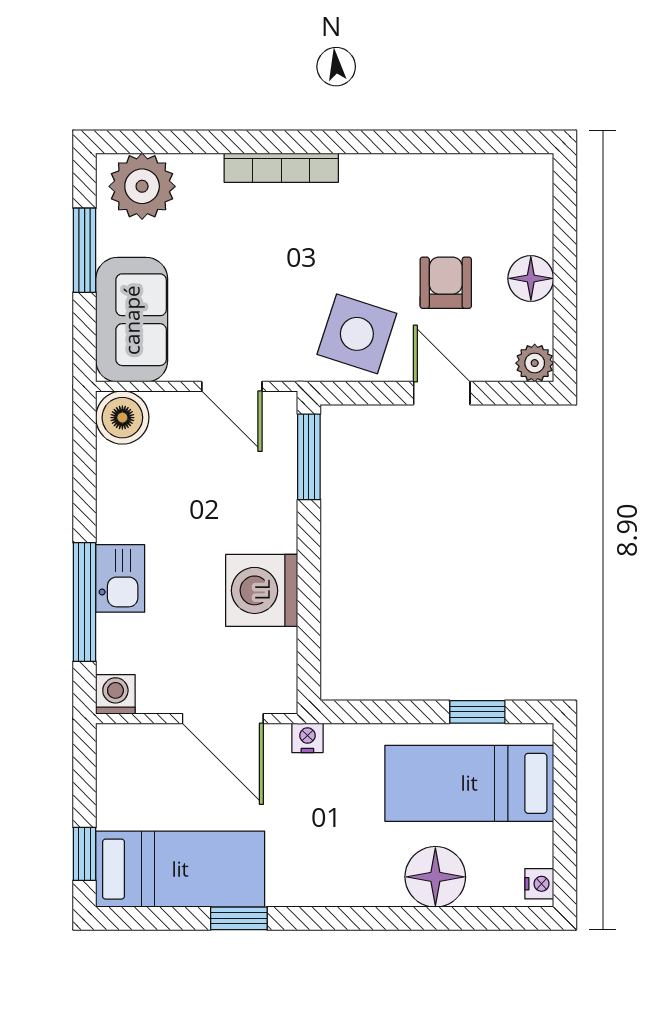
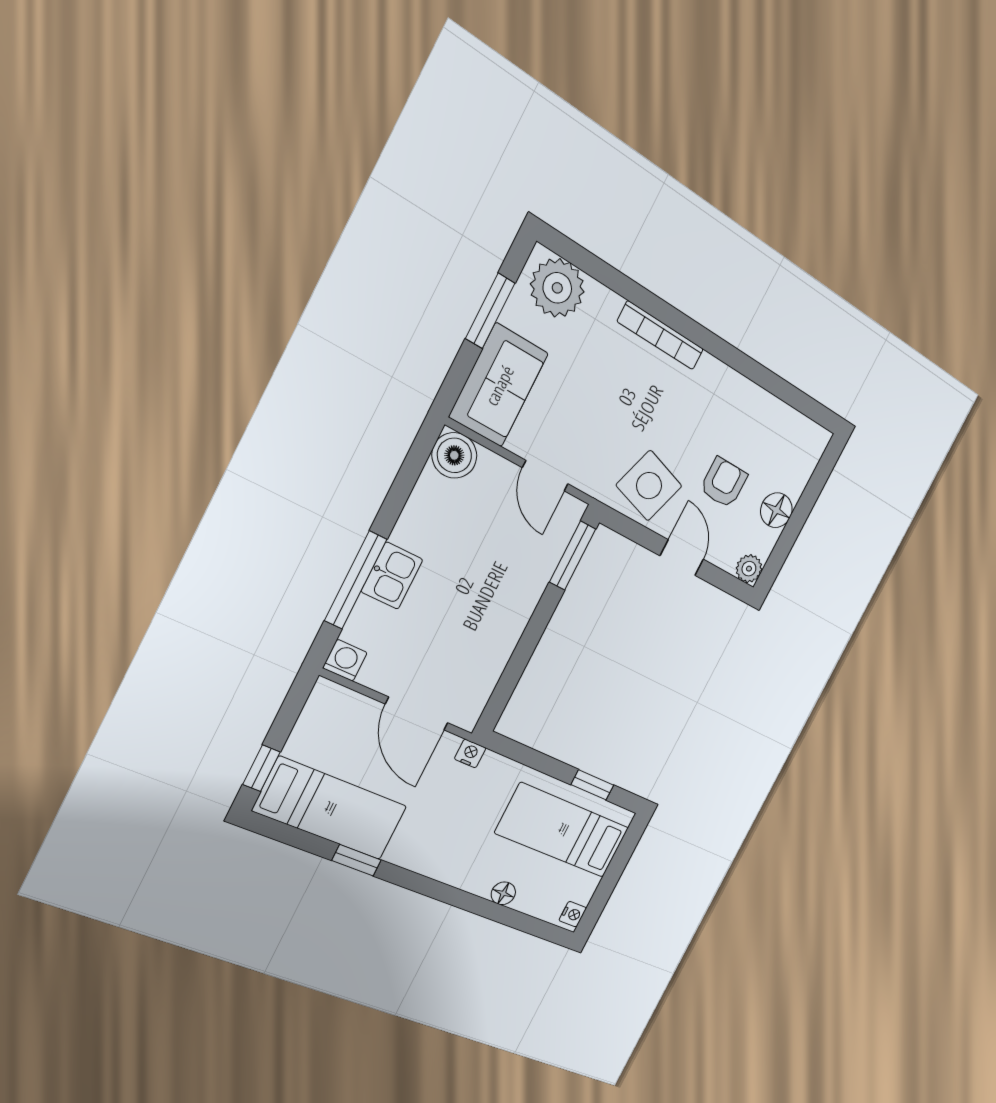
washing machine: (262, 590) -> (491, 634), removed
floor lamp: (435, 877) -> (503, 893), width x0.53, depth x0.53

